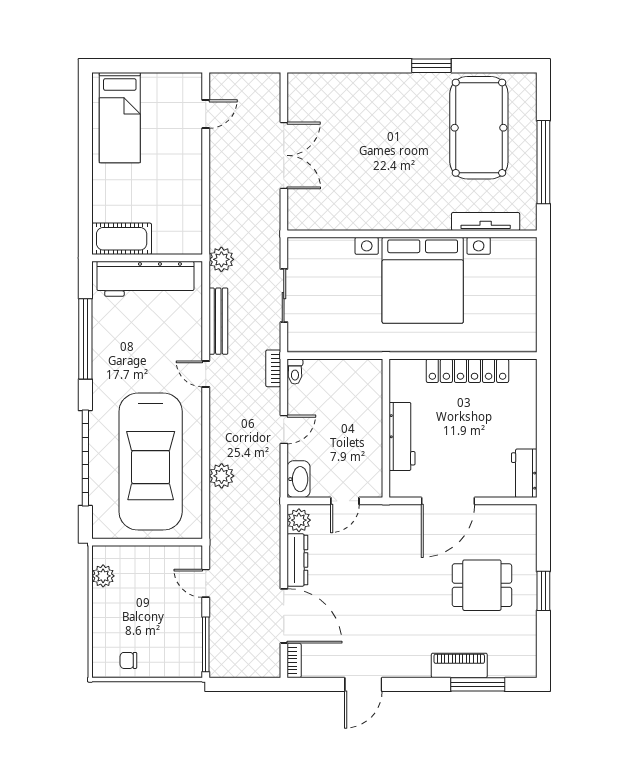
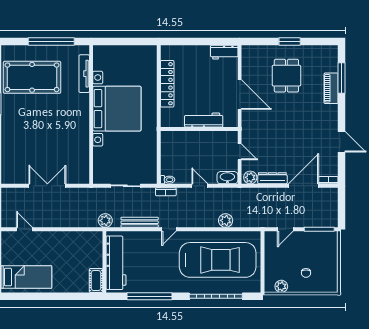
cot: (122, 239) -> (96, 281), width x0.73, depth x0.75
chair: (128, 660) -> (306, 273), moved

